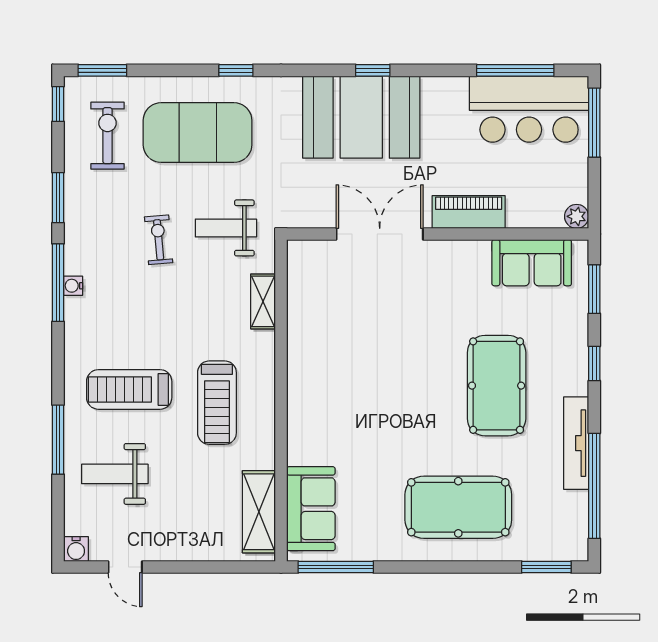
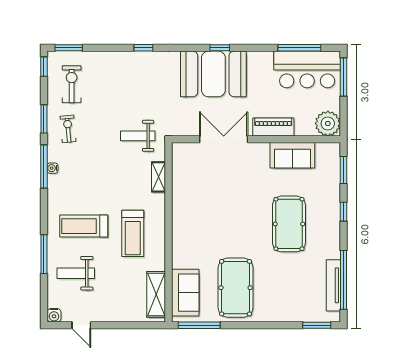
exercise mat: (198, 133) -> (122, 83), removed
plant: (577, 216) -> (328, 123), width x1.88, depth x1.88
exercise bike: (159, 240) -> (68, 129), moved
sofa: (532, 263) -> (292, 155), moved
tv unit: (576, 443) -> (333, 285), moved
pool table: (458, 507) -> (236, 288), moved, turned 90

